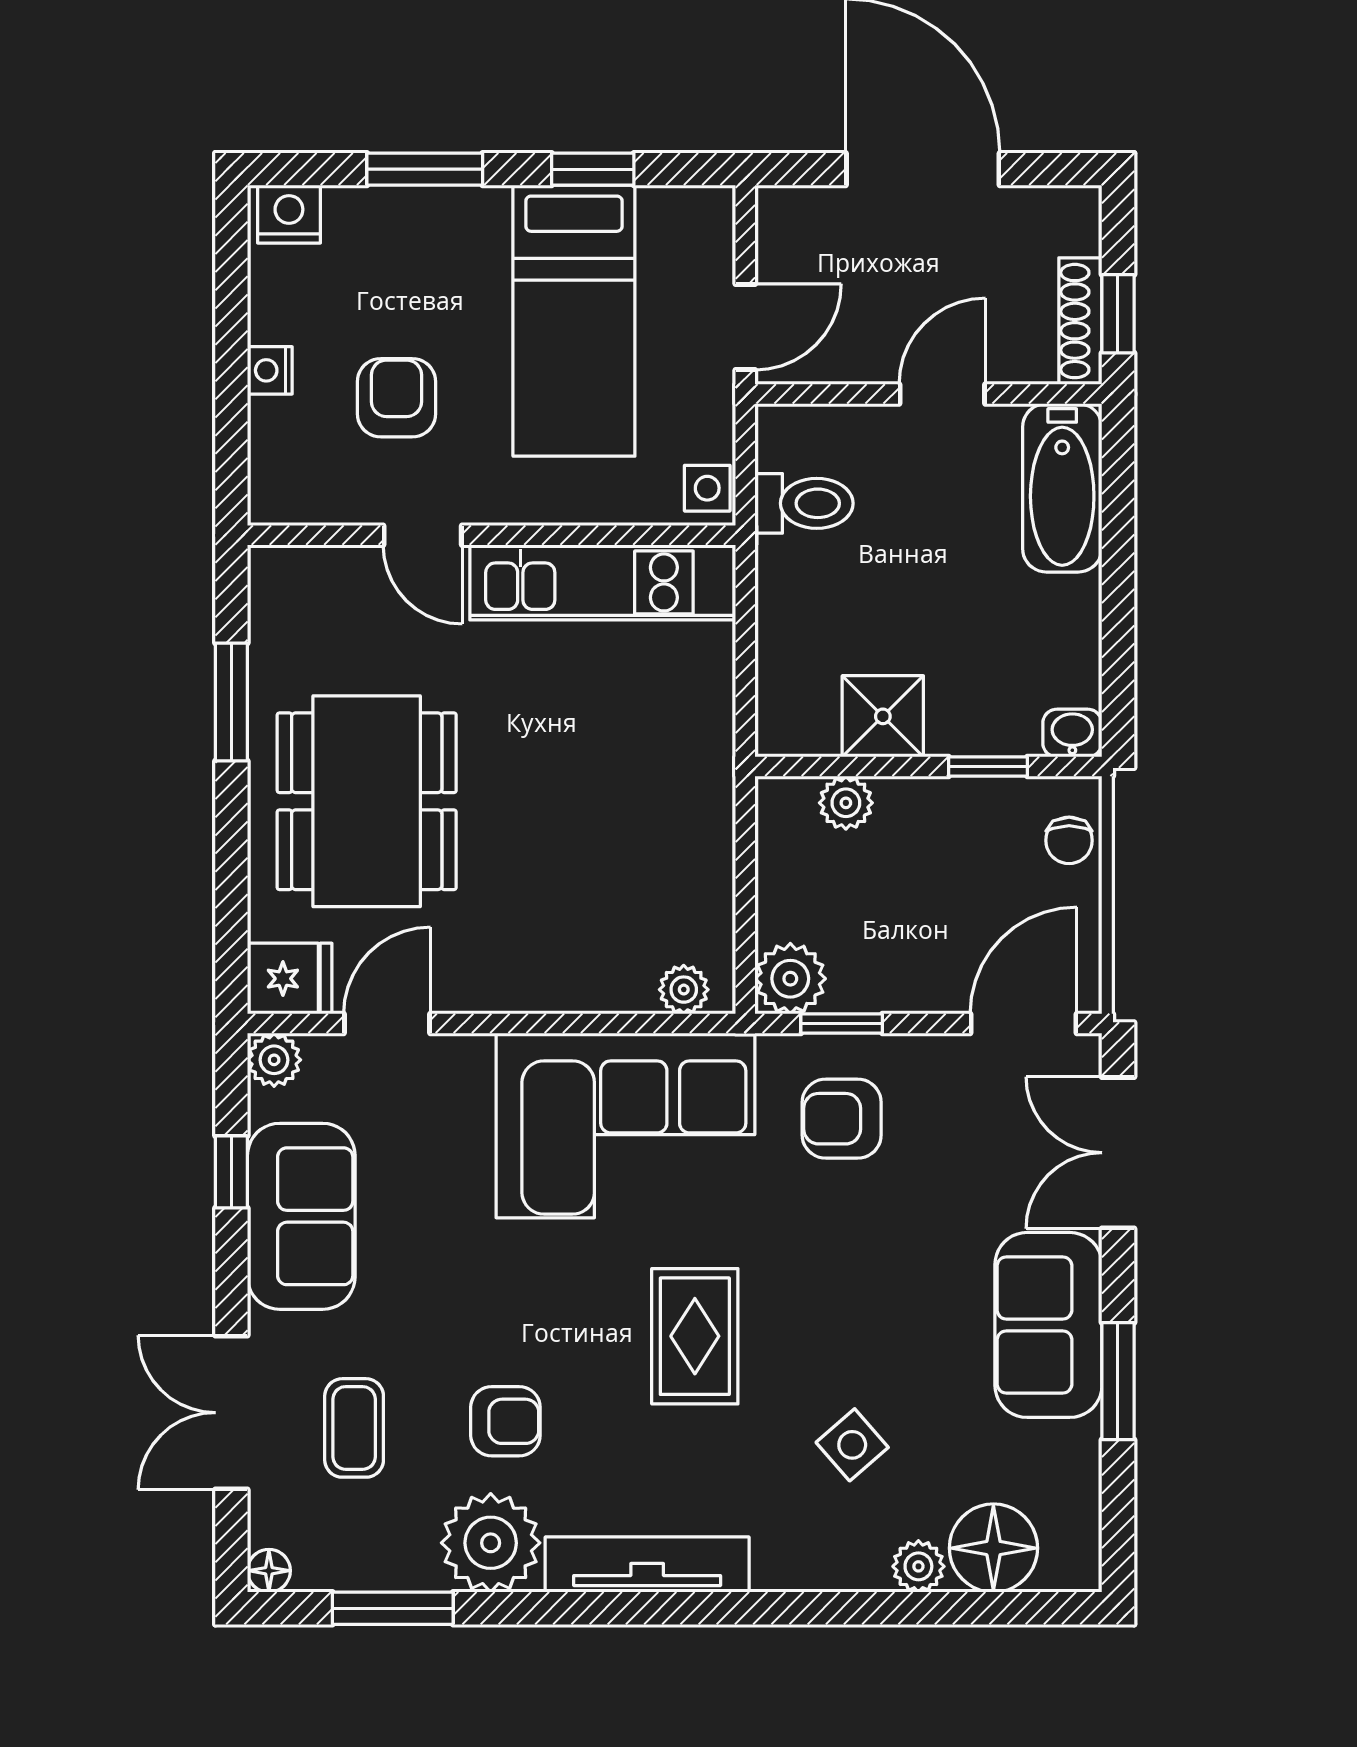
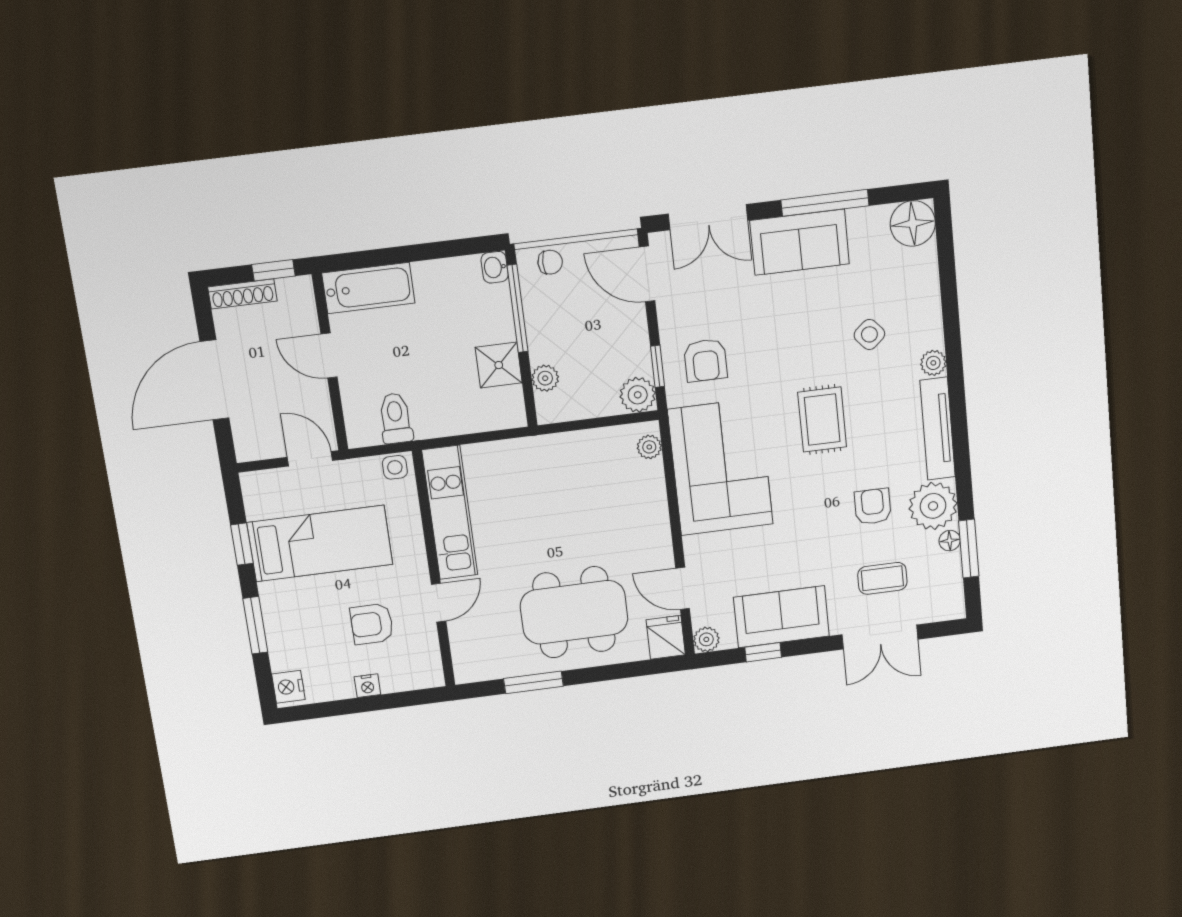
shoe rack: (1080, 321) -> (242, 294), moved
window: (988, 767) -> (518, 308), width x2.17
rug: (695, 1336) -> (822, 420), turned 90
window: (1118, 1381) -> (825, 203), width x1.44
floor lamp: (993, 1548) -> (913, 223), moved
plant: (918, 1566) -> (933, 363), moved
floor lamp: (269, 1571) -> (950, 541), moved

